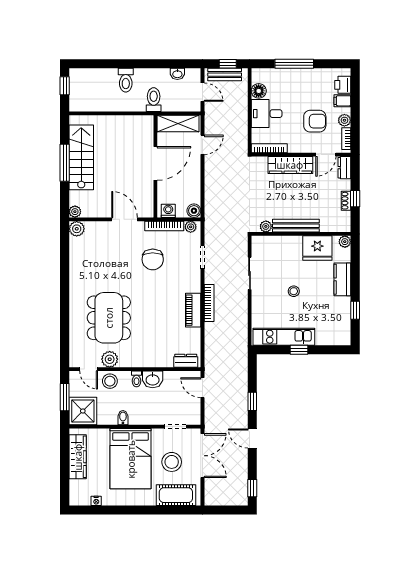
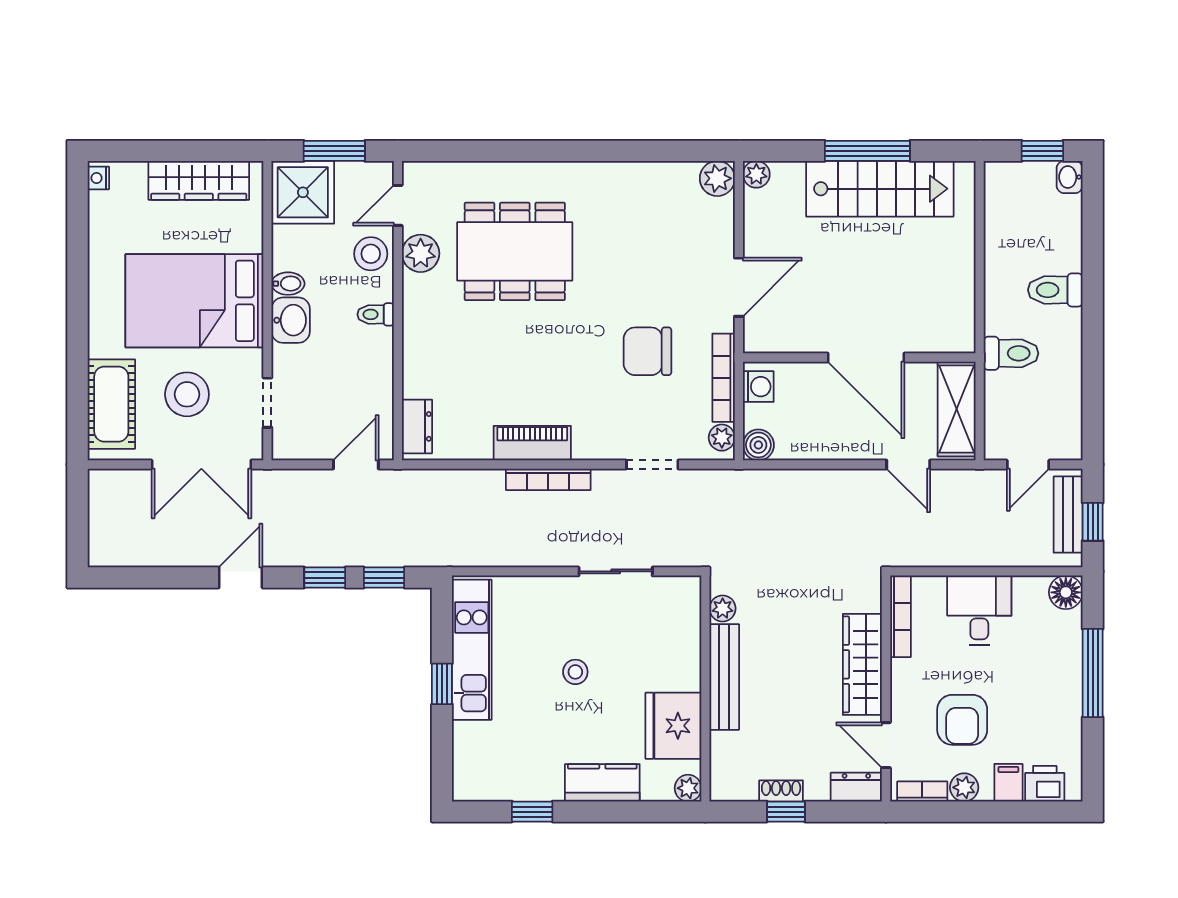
washbasin: (177, 74) -> (1070, 177), moved
floor lamp: (259, 91) -> (1066, 592), moved
washbasin: (153, 379) -> (291, 320), moved, turned 180
window: (252, 488) -> (384, 578), moved
nightstand: (96, 501) -> (98, 178), moved

